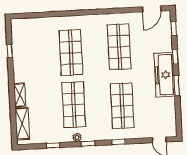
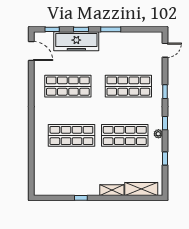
window: (10, 51) -> (81, 198), moved
freezer: (164, 75) -> (76, 41), moved

